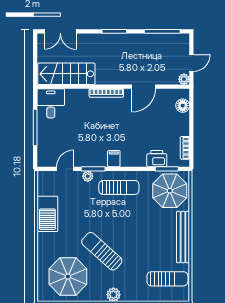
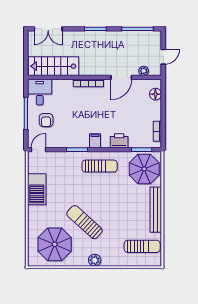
plant: (184, 79) -> (144, 71), moved
armchair: (58, 135) -> (46, 120), added
printer: (157, 159) -> (119, 141), moved
door: (65, 169) -> (39, 150), moved
plant: (88, 176) -> (72, 156), removed

